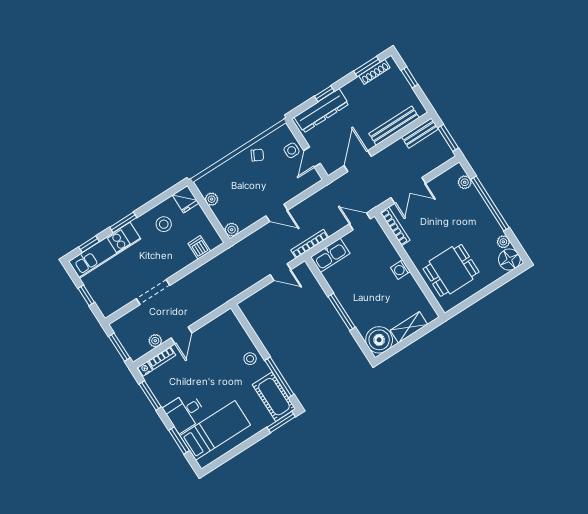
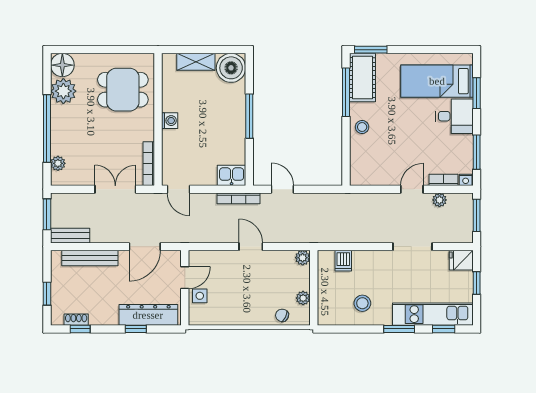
window: (367, 67) -> (80, 329), width x0.67
shoe rack: (374, 72) -> (76, 320), width x0.70
chair: (257, 155) -> (282, 315), moved
fridge: (186, 199) -> (461, 260), moved, turned -90
plant: (503, 242) -> (63, 91), width x1.88, depth x1.88
kitchen sink: (330, 255) -> (232, 175), width x0.73

